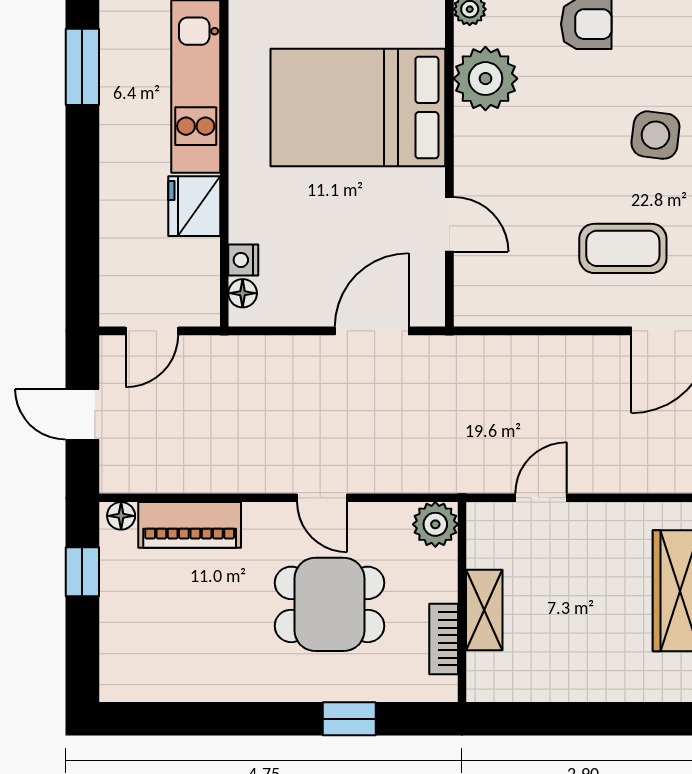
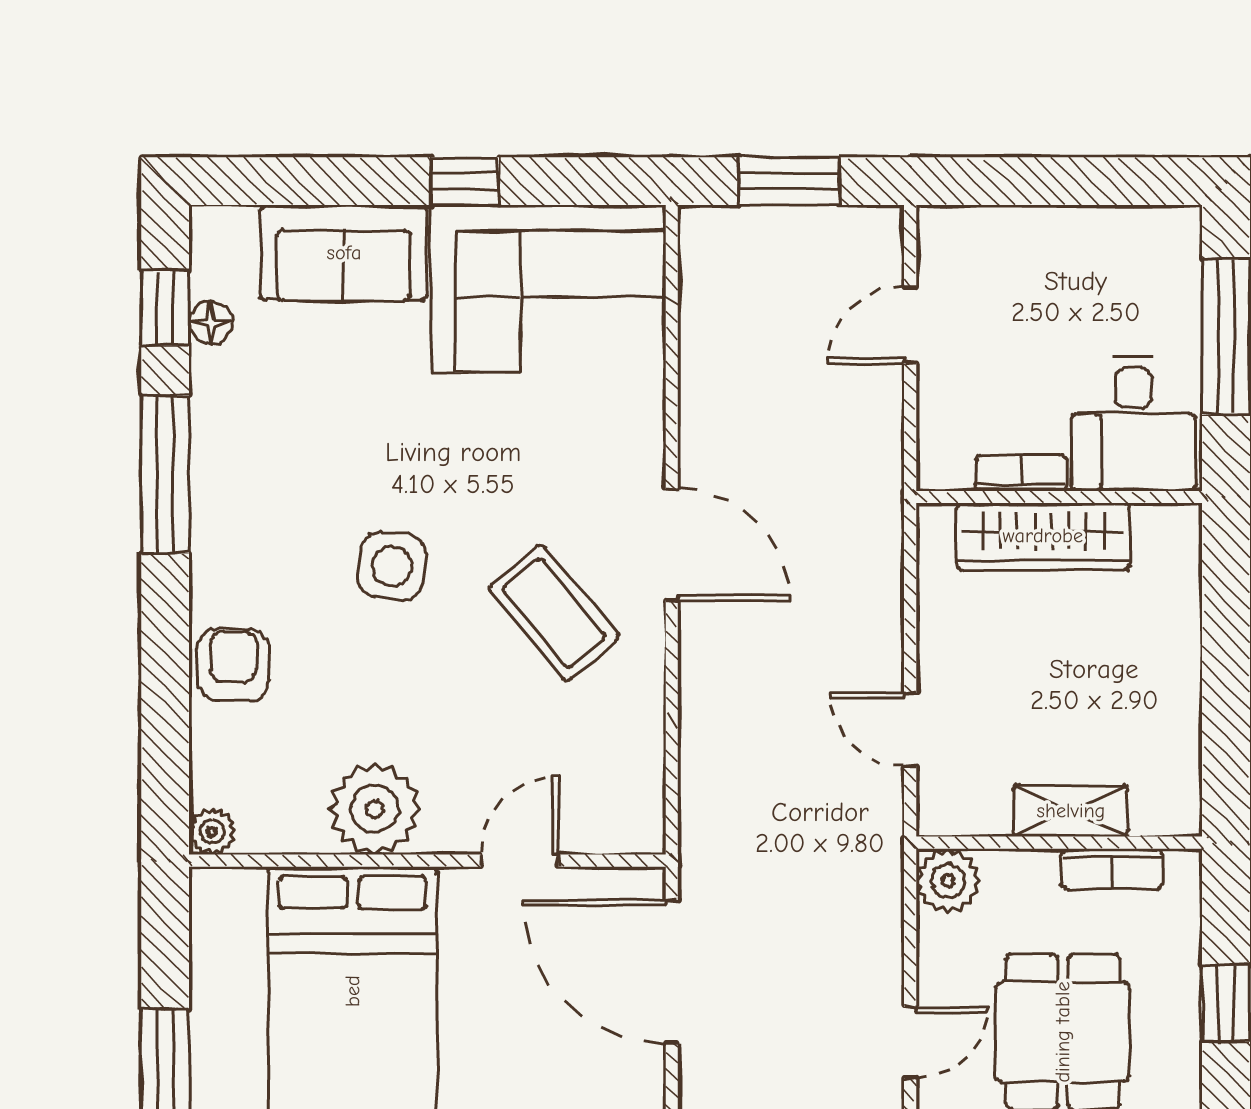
plant: (485, 79) -> (375, 809), moved
coffee table: (623, 248) -> (554, 613), turned -40
door: (372, 331) -> (672, 972), width x1.36

